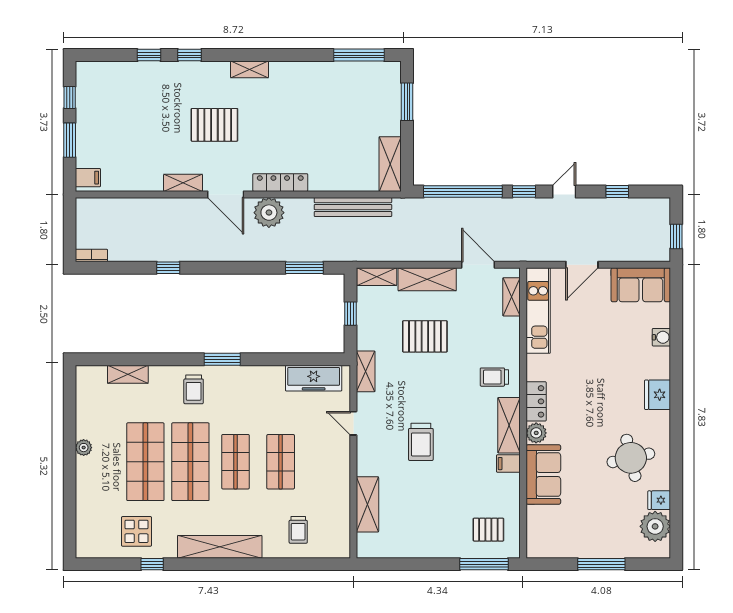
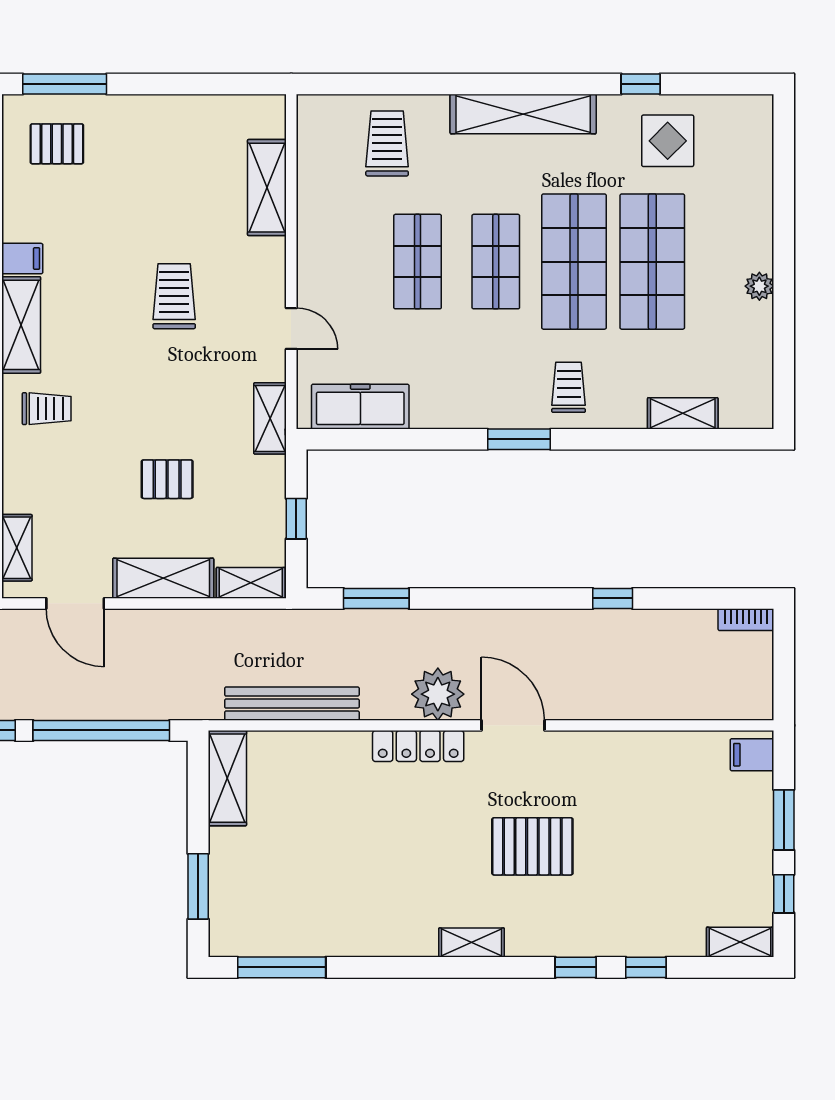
shelving: (183, 183) -> (740, 942), moved
pallet: (425, 336) -> (167, 479), width x0.67, depth x0.71
trolley: (298, 530) -> (387, 143), width x1.36, depth x1.39

